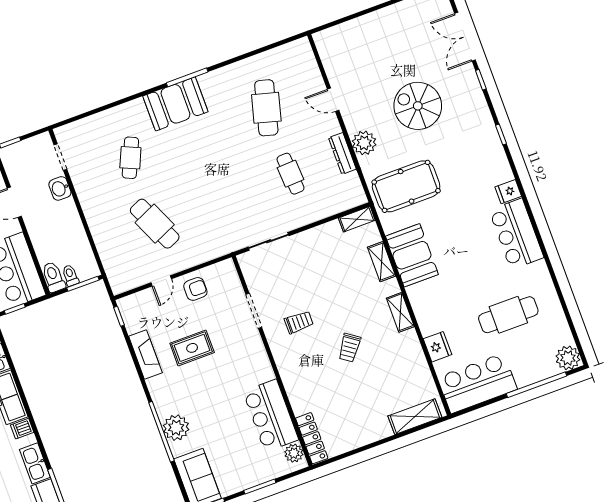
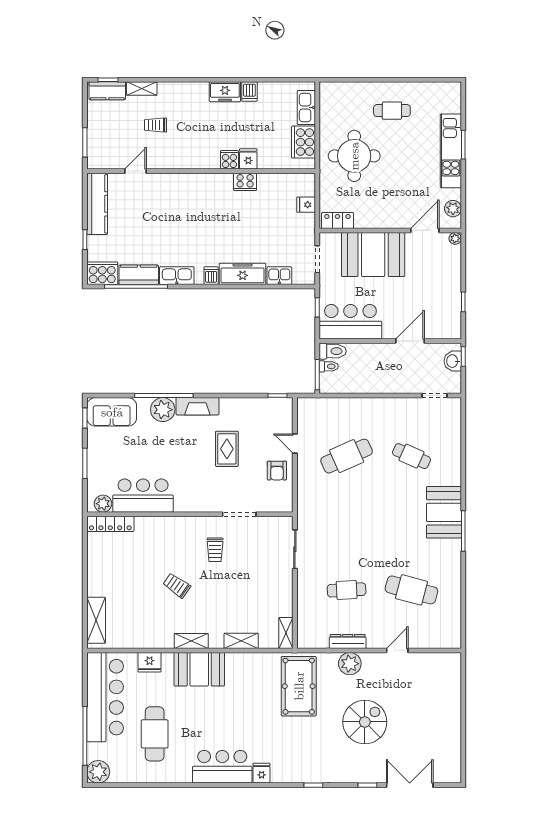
washbasin: (60, 188) -> (453, 361), moved, turned -90
booth: (412, 255) -> (199, 669), moved
fireplace: (145, 355) -> (197, 406), moved
bar counter: (477, 383) -> (105, 697), width x1.36

